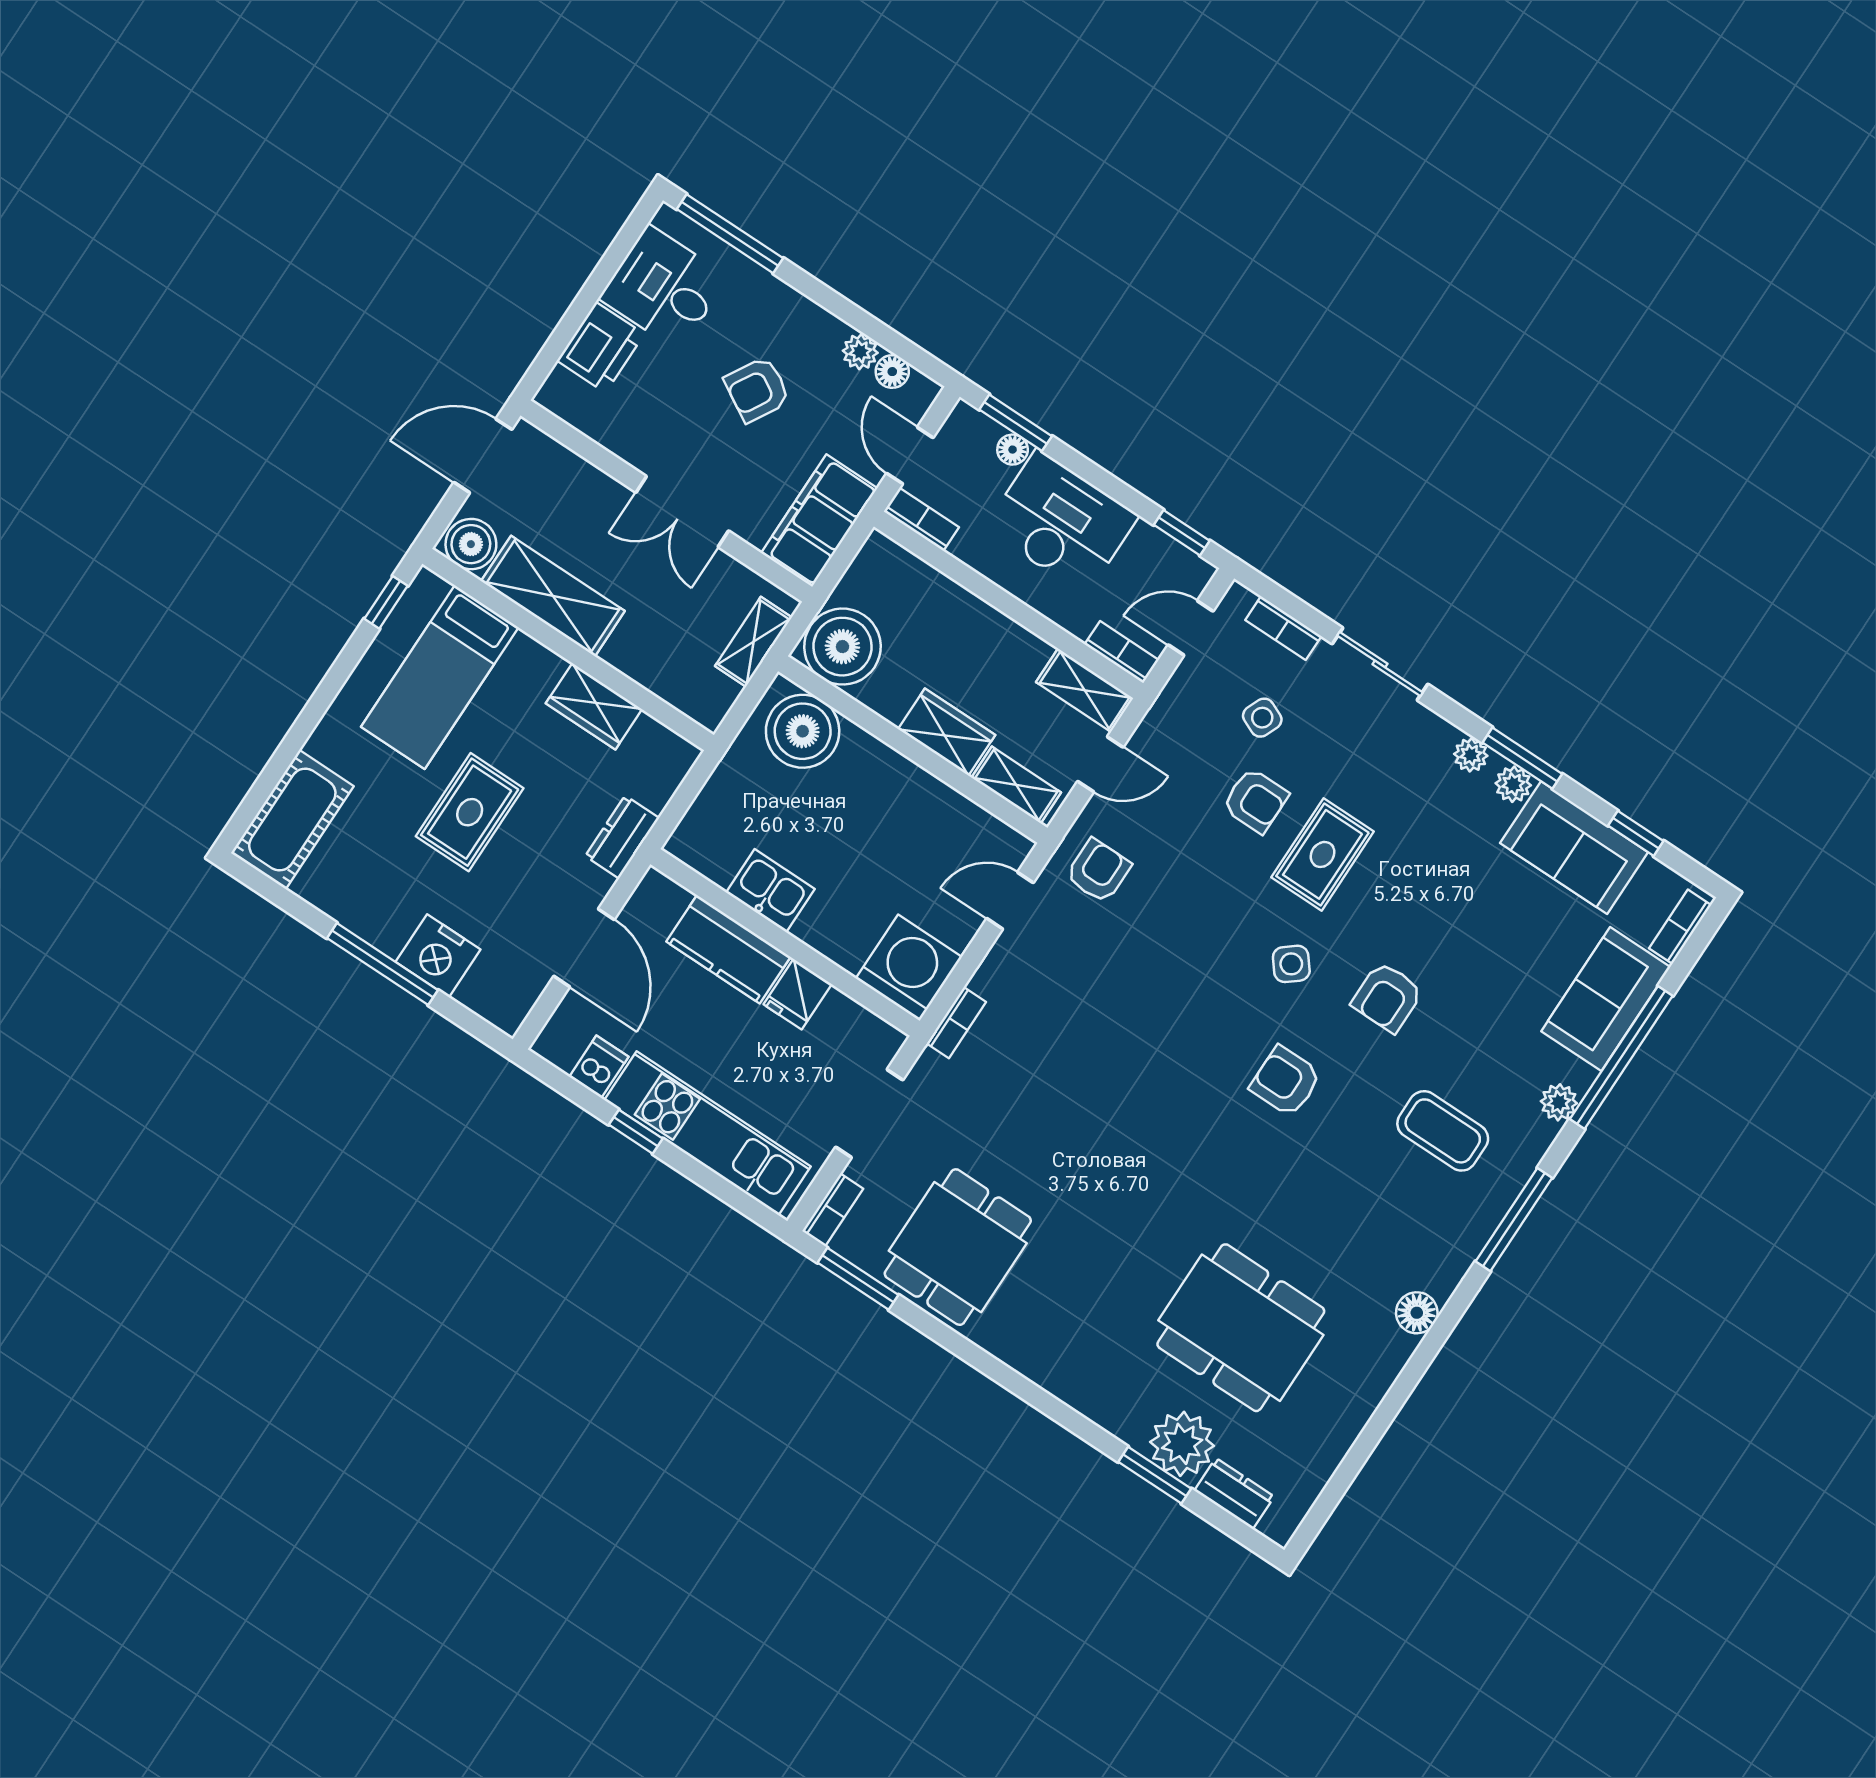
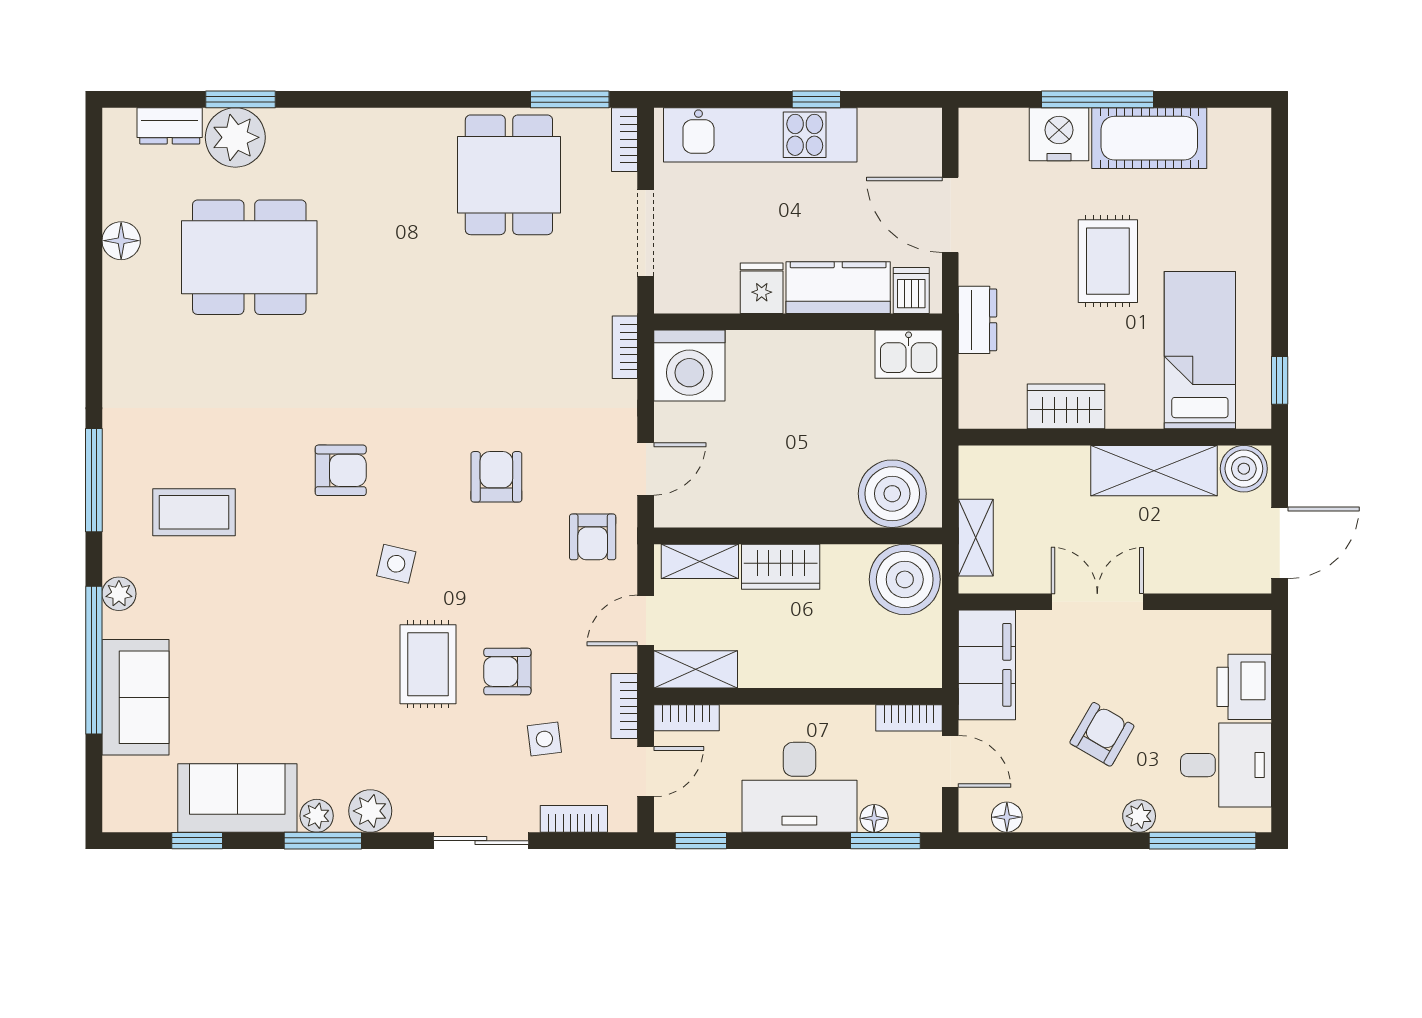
plant: (860, 352) -> (1139, 816), moved
side table: (1262, 718) -> (544, 739), turned -30
plant: (1471, 755) -> (370, 811), width x1.38, depth x1.38
cot: (292, 819) -> (1149, 138), moved, turned 90
kitchen sink: (770, 891) -> (909, 354), moved
bookcase: (1680, 927) -> (624, 706), moved, turned 180
side table: (1291, 964) -> (396, 564), turned -38
armchair: (1387, 997) -> (496, 477), moved
dishwasher: (599, 1067) -> (911, 290), moved, turned 180
floor lamp: (1417, 1313) -> (121, 241), moved

